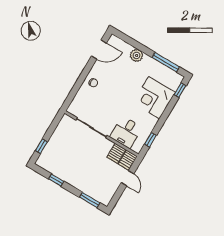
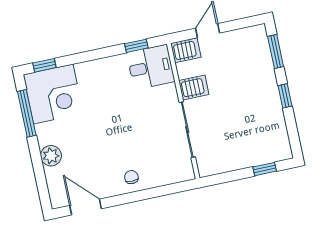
corner desk: (154, 98) -> (53, 94), moved
desk: (126, 132) -> (151, 67), moved
server rack: (116, 153) -> (194, 87), moved
window: (56, 180) -> (285, 96), moved

